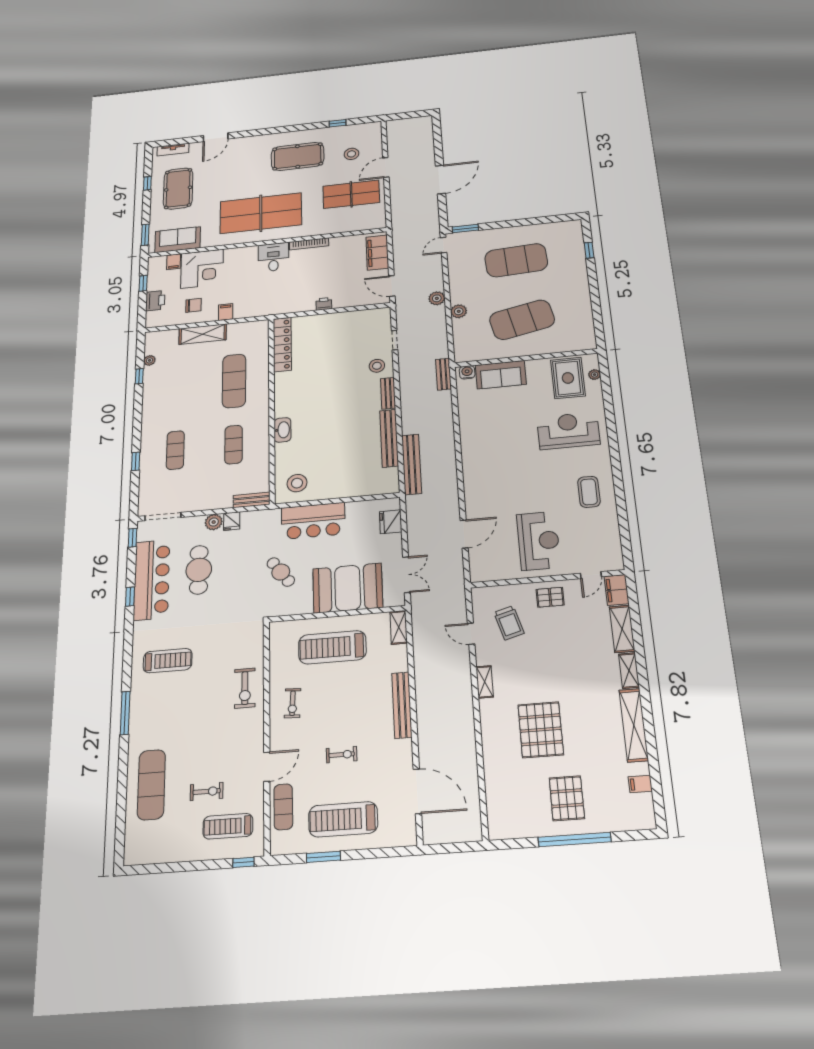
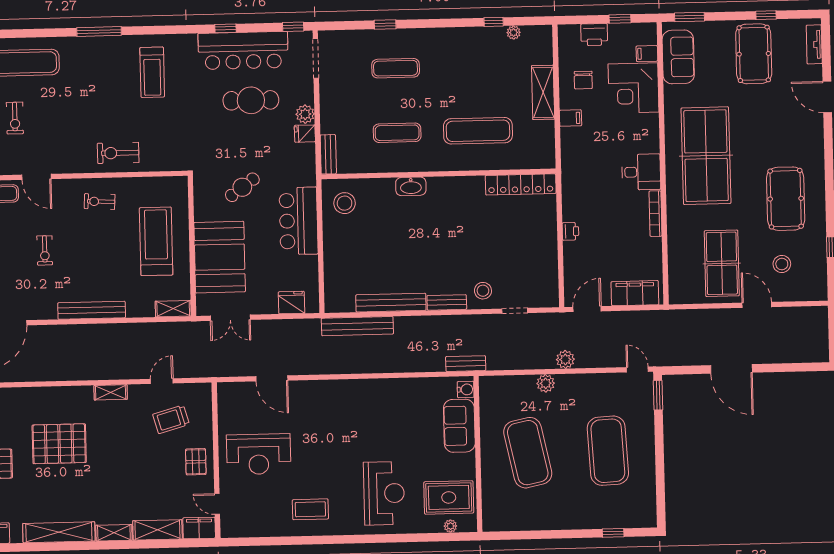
pool table: (178, 189) -> (754, 54), turned 90

